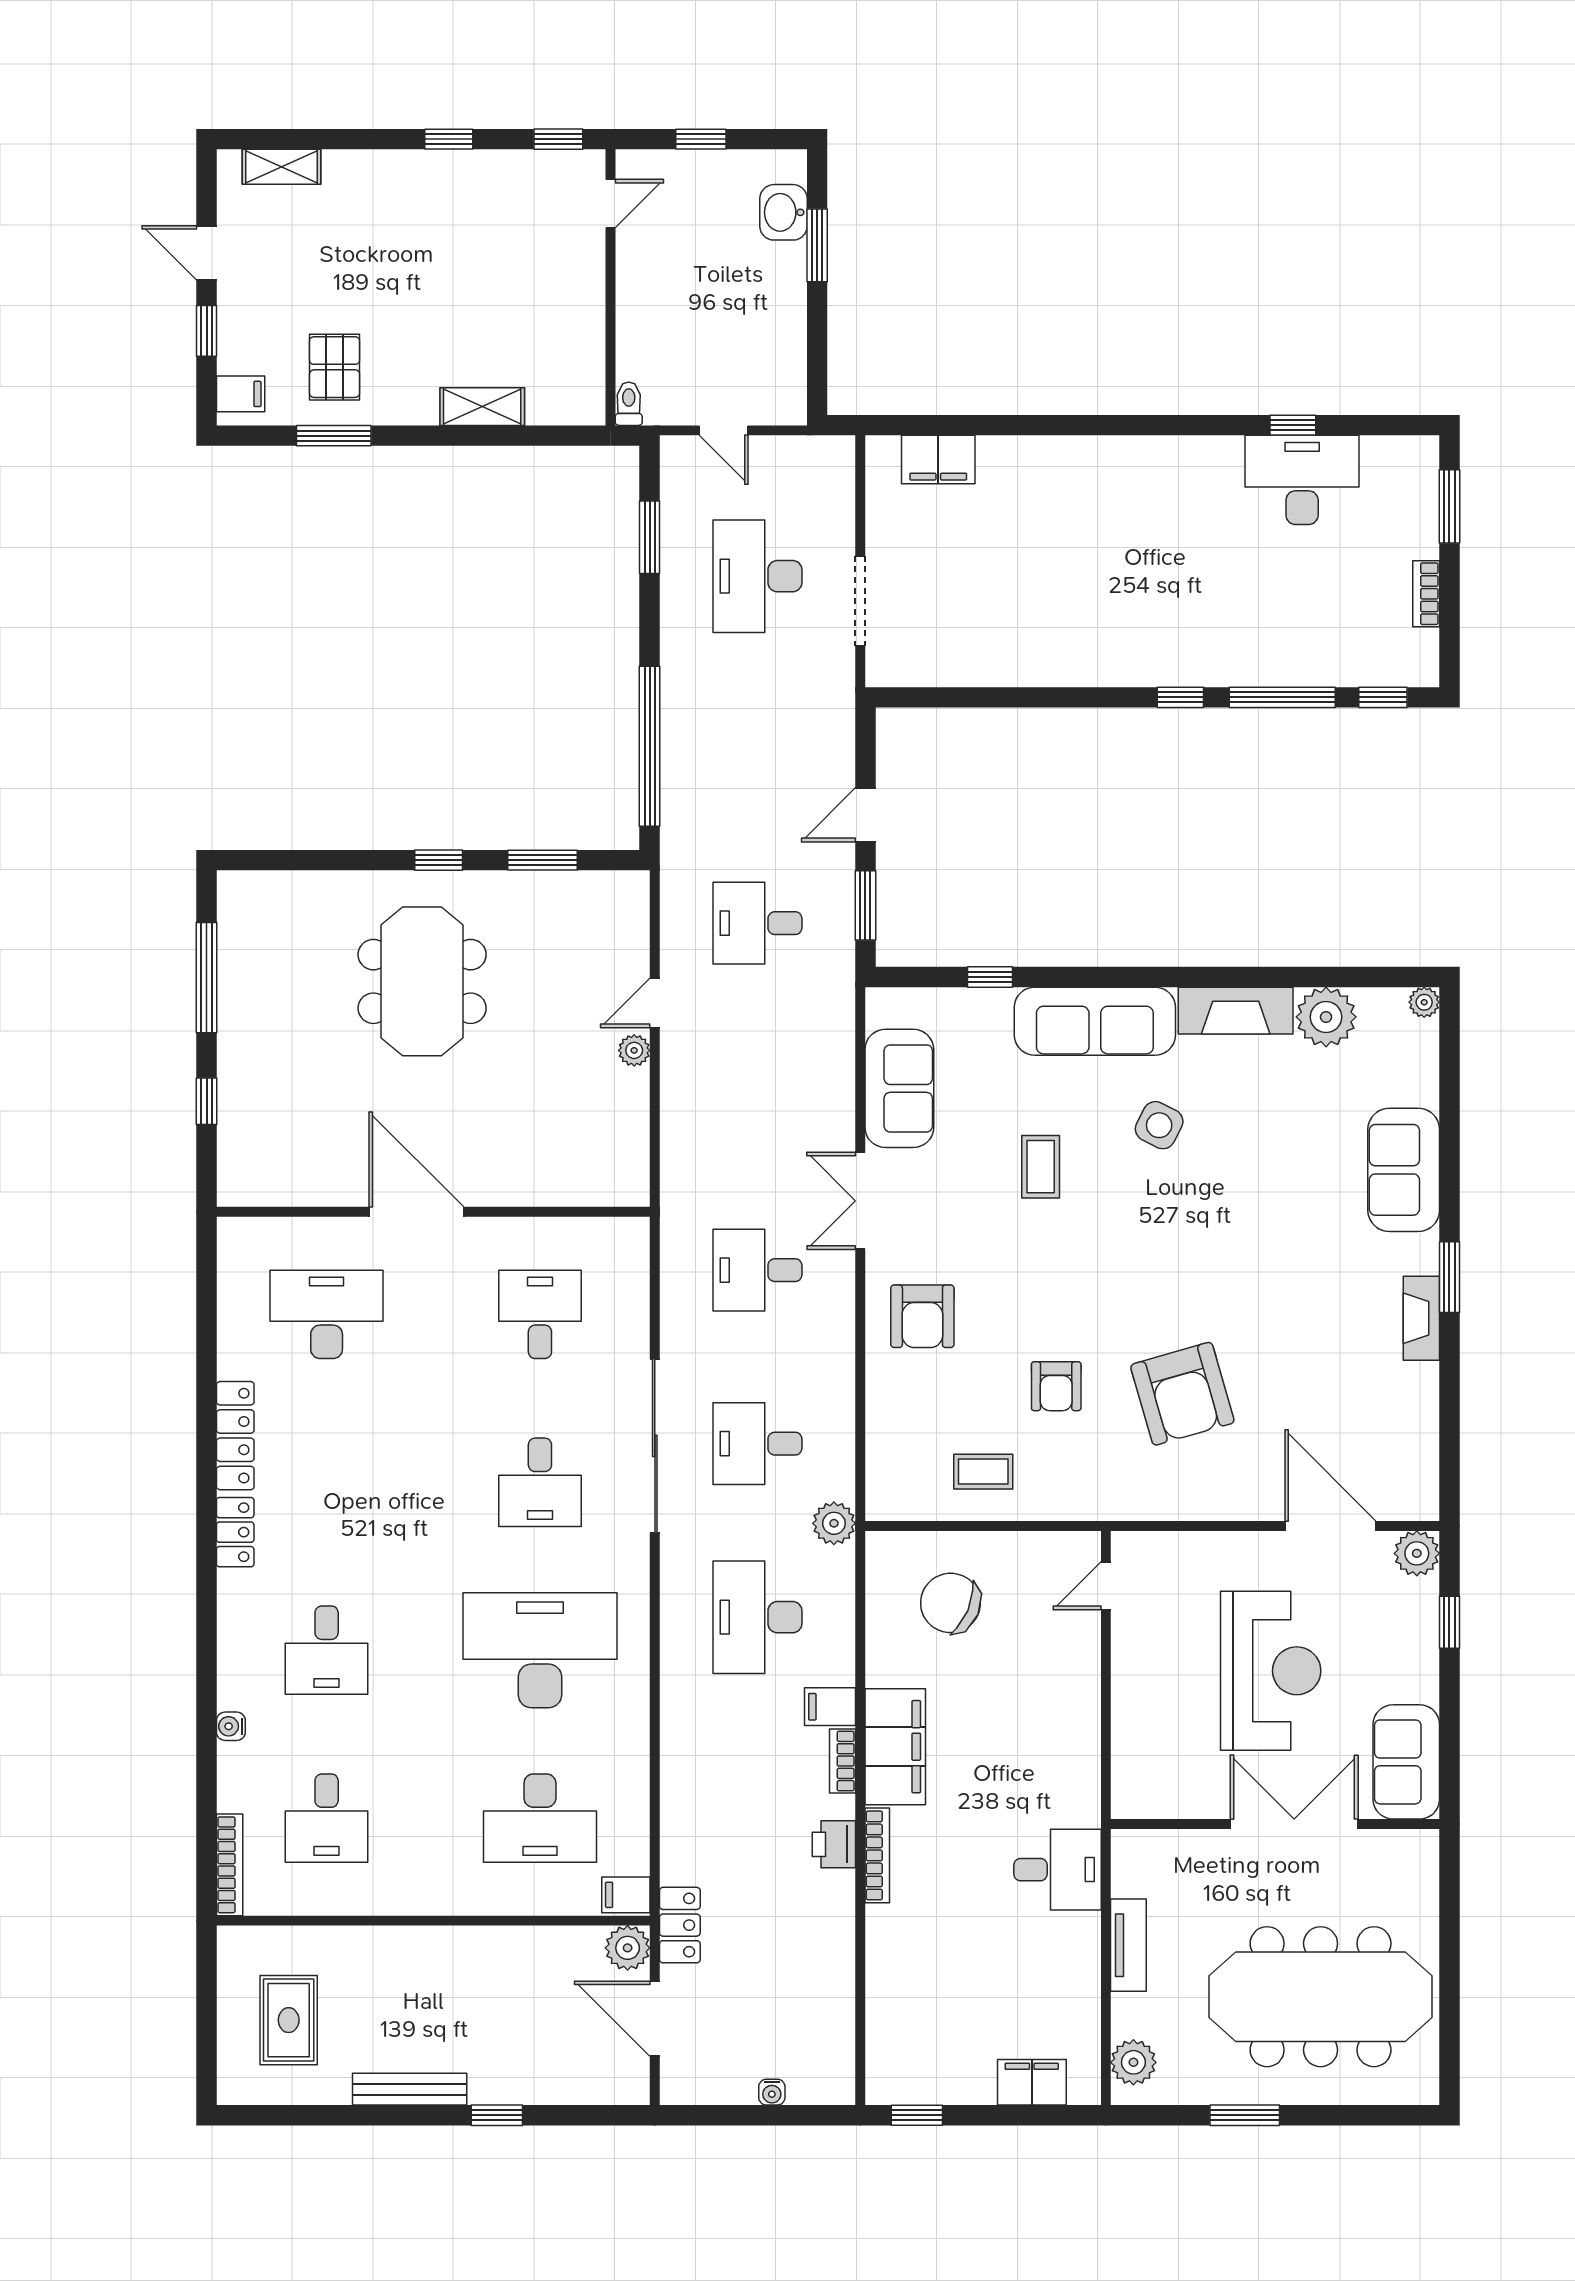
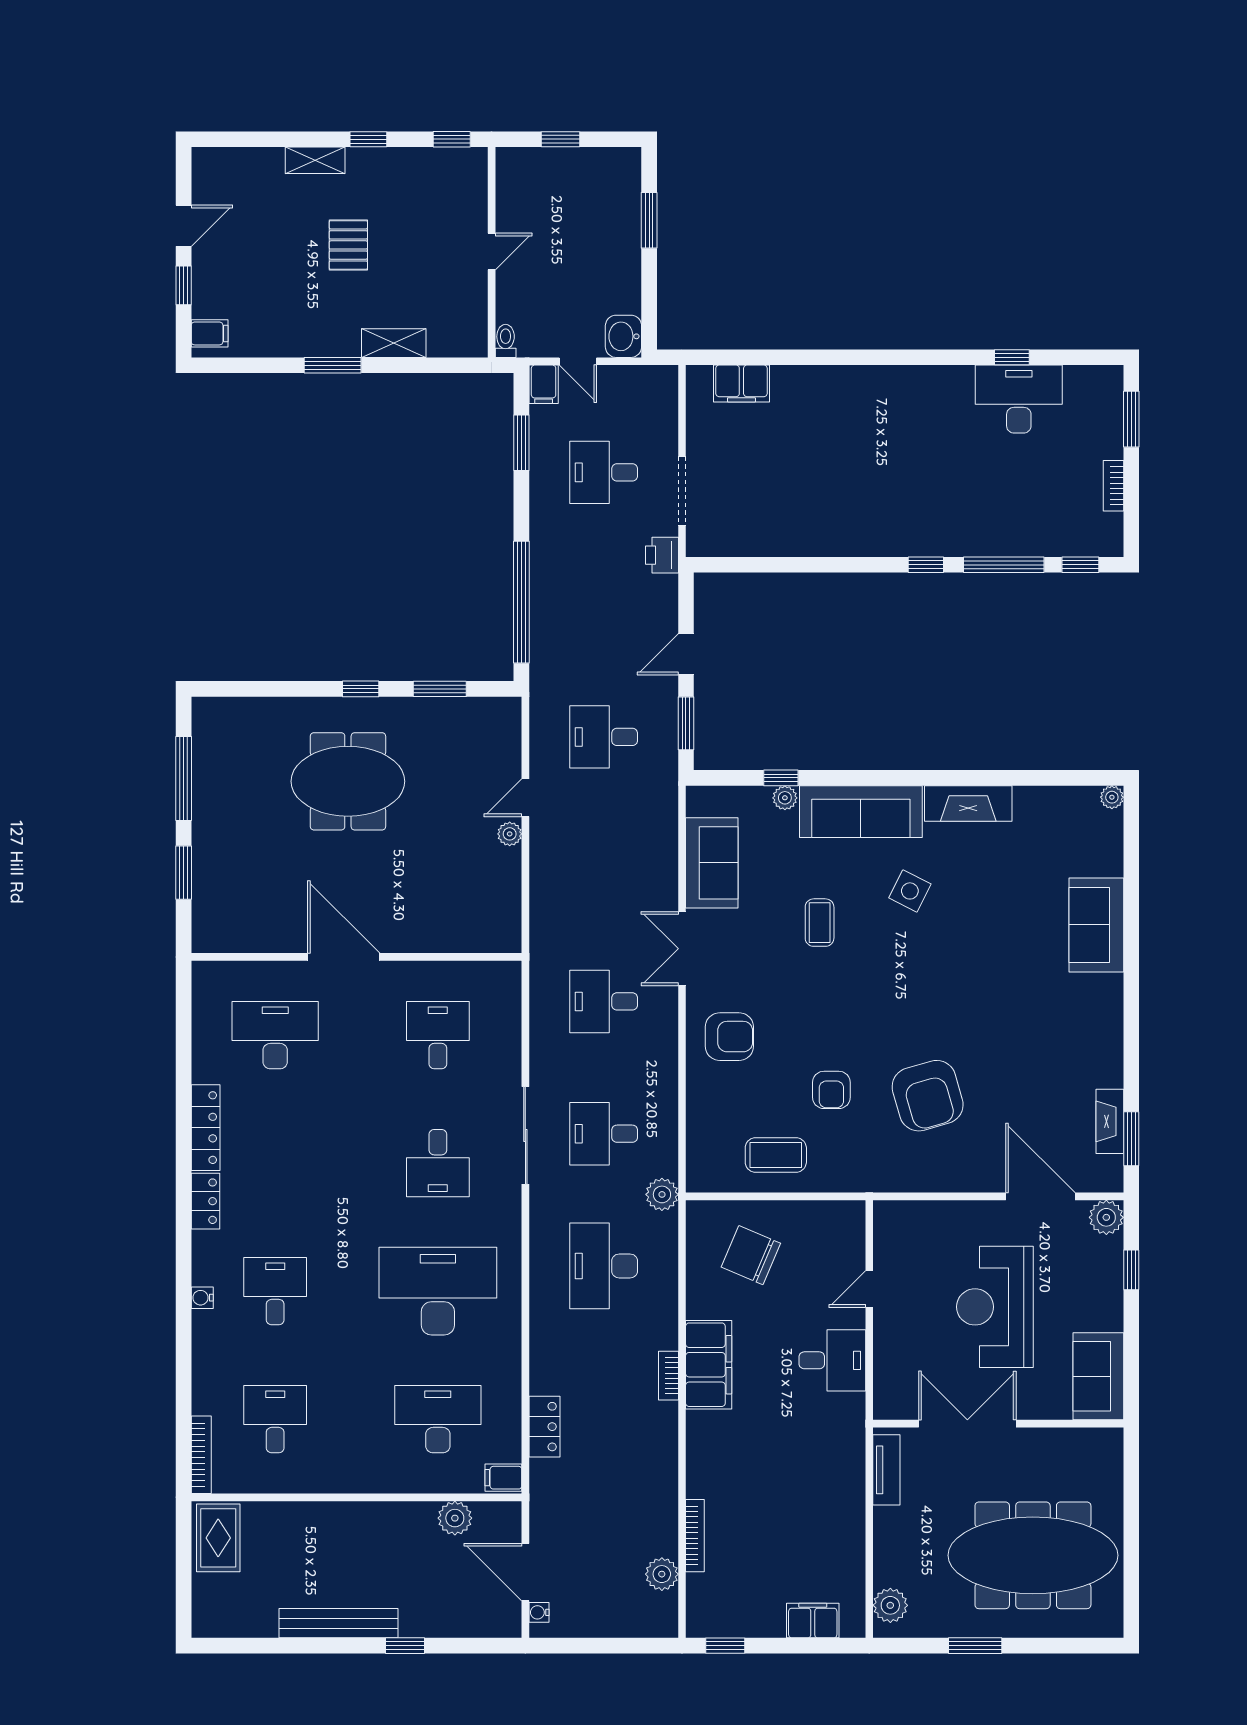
shelving: (281, 167) -> (315, 160), moved
door: (610, 203) -> (492, 252), moved
washbasin: (783, 212) -> (623, 336), moved
door: (207, 253) -> (184, 226), swing flipped
pallet: (335, 367) -> (348, 245), moved
window: (334, 436) -> (333, 365), moved
desk: (757, 576) -> (604, 472), width x0.73
meeting table: (422, 981) -> (348, 781), turned 90
plant: (1326, 1017) -> (785, 798), moved, width x0.53, depth x0.53
window: (207, 1101) -> (184, 873), width x1.50
window: (1449, 1277) -> (1131, 1139), moved
armchair: (922, 1316) -> (729, 1037), turned -90
fireplace: (1421, 1318) -> (1110, 1121), moved
sliding door: (655, 1446) -> (525, 1135), width x0.73
coffee table: (983, 1472) -> (776, 1155), width x1.36, depth x1.30
door: (1106, 1586) -> (869, 1289), moved
desk: (327, 1650) -> (275, 1291), turned 180
reception desk: (1271, 1671) -> (995, 1307), turned 180
filing cabinet: (830, 1707) -> (544, 384), moved, turned -90
water cooler: (231, 1726) -> (202, 1298), moved
desk: (327, 1818) -> (275, 1419), turned 180
desk: (540, 1818) -> (438, 1419), turned 180
double door: (1294, 1824) -> (967, 1424), moved
printer: (834, 1844) -> (662, 555), moved
bookcase: (877, 1855) -> (695, 1536), moved
desk: (1058, 1870) -> (832, 1360), moved
locker: (680, 1925) -> (544, 1427), moved
tv unit: (1128, 1945) -> (886, 1470), moved
plant: (628, 1948) -> (455, 1518), moved
rug: (289, 2020) -> (218, 1538), moved
plant: (834, 2021) -> (662, 1574), added
bench: (410, 2089) -> (339, 1623), width x1.37, depth x1.21
water cooler: (772, 2092) -> (539, 1612), moved, turned 90

